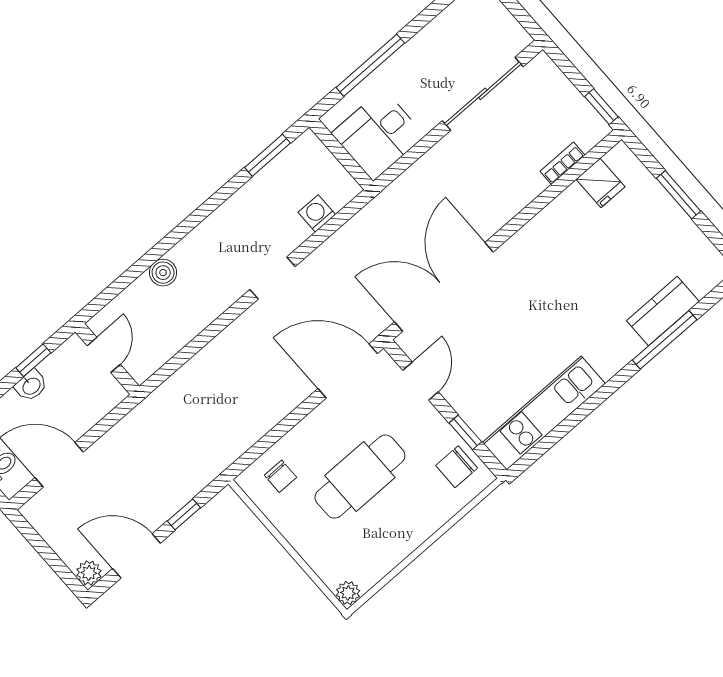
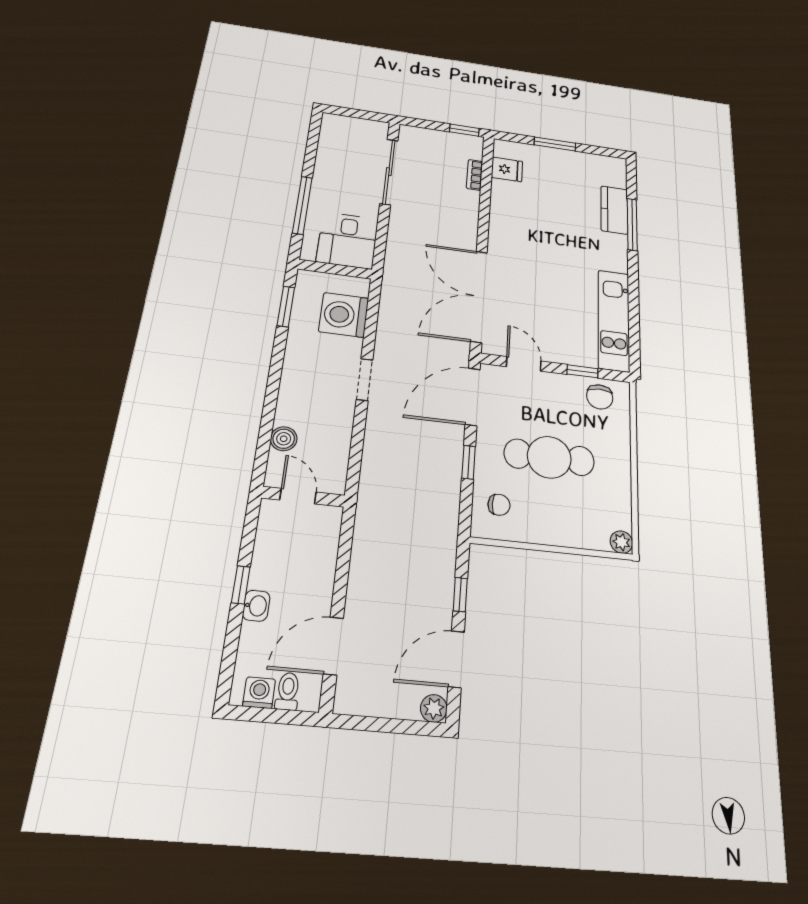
washing machine: (317, 213) -> (344, 315), width x1.89, depth x1.89
door: (104, 355) -> (298, 496), moved
wall: (107, 359) -> (303, 497), moved
window: (290, 422) -> (469, 462), added
cafe table: (360, 477) -> (549, 457), turned 90

